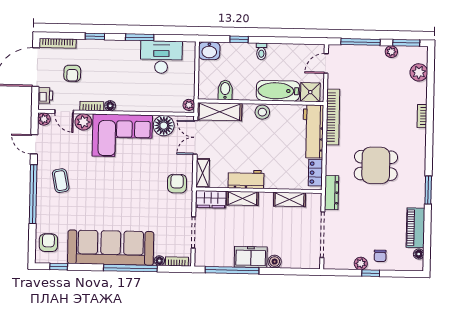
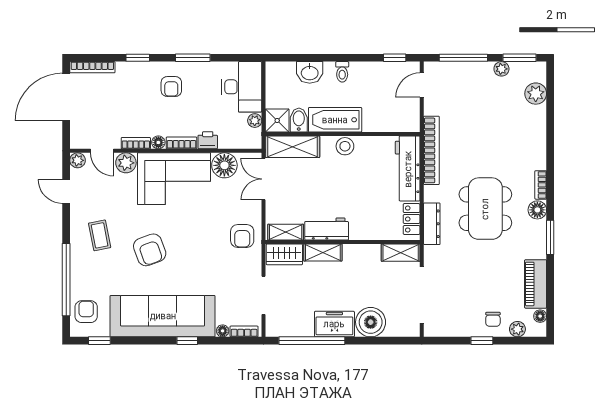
window: (239, 39) -> (395, 58), moved
washbasin: (209, 51) -> (310, 72), moved
desk: (161, 57) -> (242, 87), moved, turned 90
armchair: (72, 73) -> (171, 86), moved
bathtub: (278, 91) -> (335, 120), moved
shower: (310, 92) -> (277, 121), moved
printer: (45, 95) -> (208, 140), moved, turned -90
plant: (189, 105) -> (255, 121), moved
bookcase: (129, 107) -> (182, 143), added
bookcase: (422, 116) -> (541, 185), moved
dining table: (376, 165) -> (485, 209), width x1.38
floor lamp: (418, 167) -> (537, 210), added
shelving: (203, 173) -> (286, 232), moved, turned 90
armchair: (177, 184) -> (242, 236), turned 180
armchair: (101, 193) -> (150, 250), added
dresser: (332, 193) -> (432, 224), moved
window: (33, 194) -> (66, 280), moved
shelving: (289, 199) -> (401, 253), moved
boiler: (275, 262) -> (371, 322), width x1.86, depth x1.86
plant: (361, 263) -> (517, 329), moved
window: (130, 268) -> (187, 341), width x0.32

